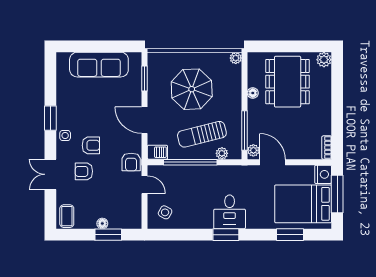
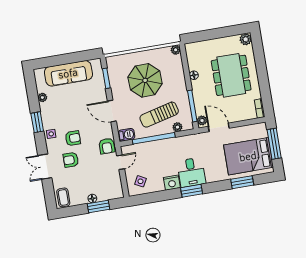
dining table: (288, 82) -> (231, 75), moved
plant: (62, 89) -> (42, 97), added
nightstand: (323, 174) -> (172, 183), moved, turned 90
door: (145, 185) -> (121, 162), hinge flipped

